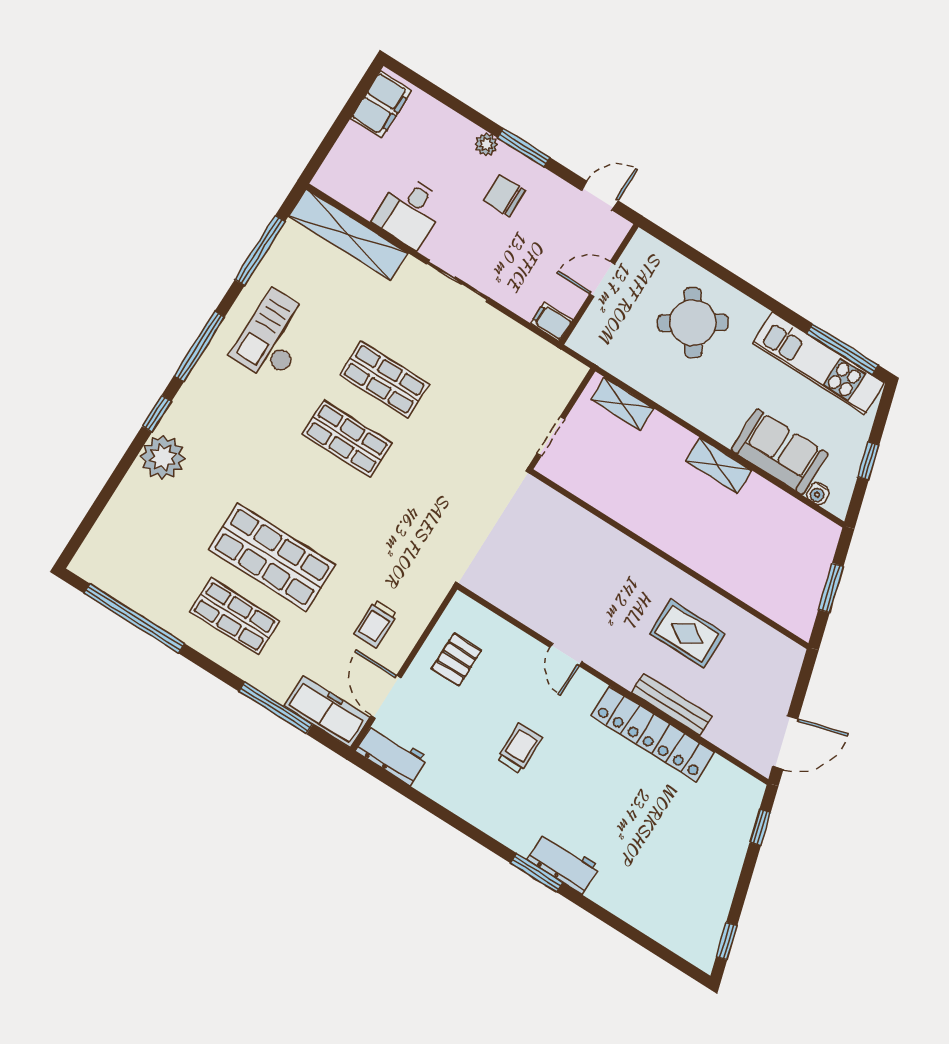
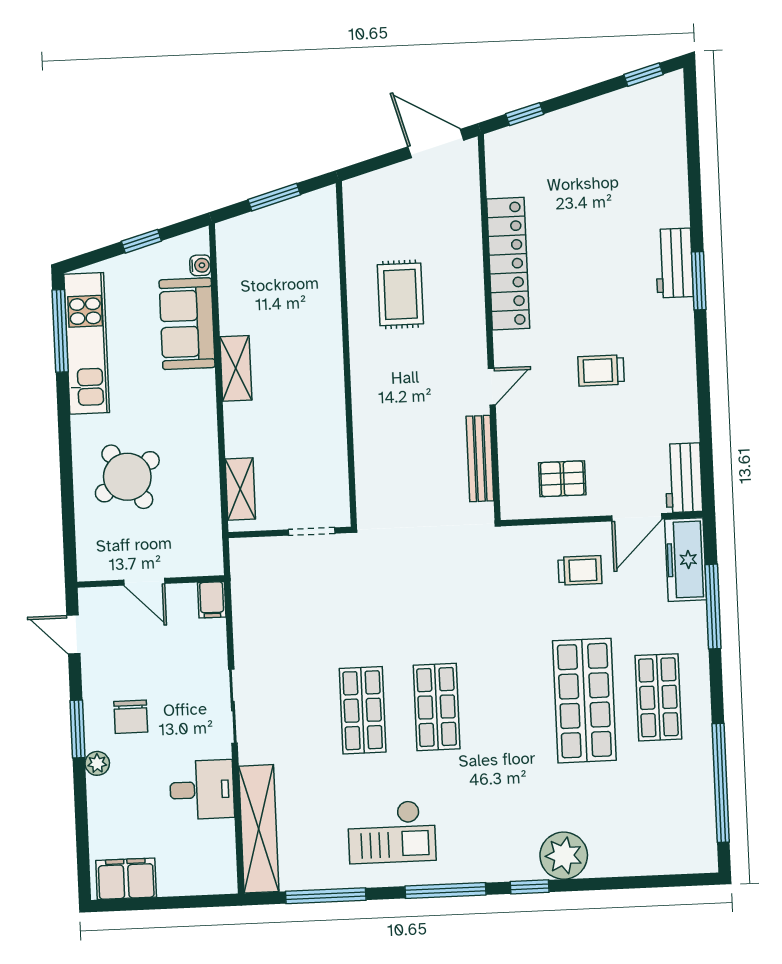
bench: (672, 705) -> (480, 459), moved

